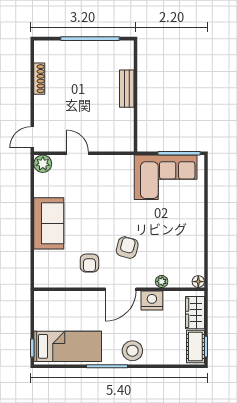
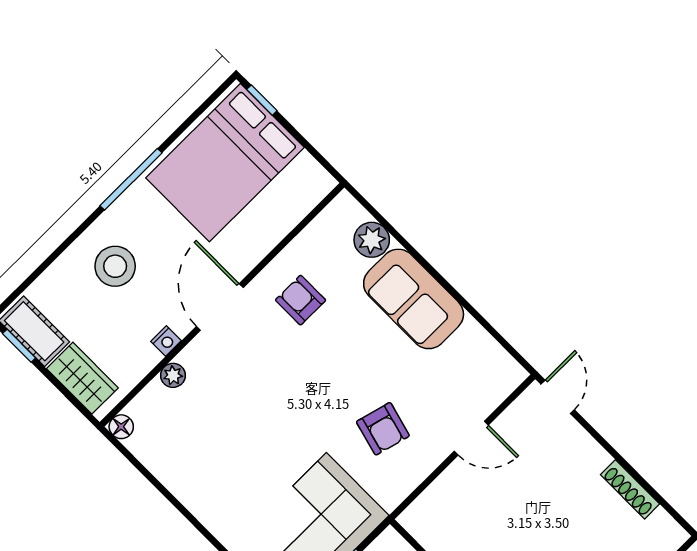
plant: (43, 164) -> (372, 240), moved
armchair: (127, 248) -> (383, 429), moved
nightstand: (152, 300) -> (166, 341), width x0.53, depth x0.56
bed: (68, 346) -> (225, 163), width x1.50
stool: (132, 351) -> (115, 266), moved

